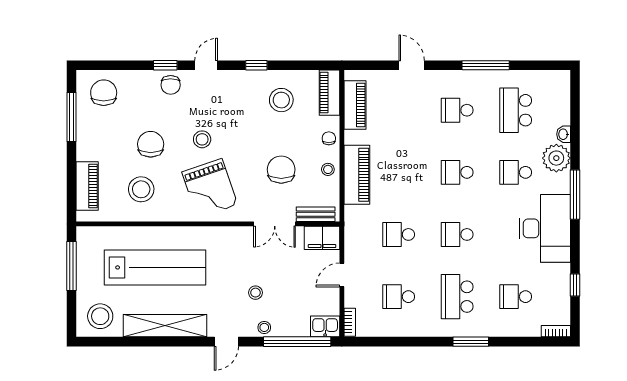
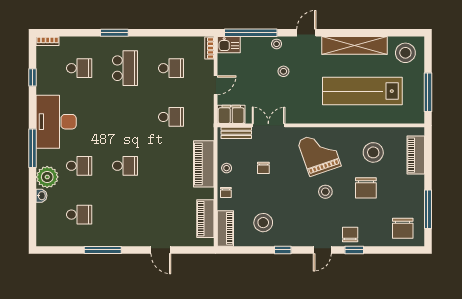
school desk: (457, 110) -> (125, 215), removed
school desk: (516, 110) -> (79, 215), width x0.54
chair: (281, 170) -> (263, 168), width x0.54, depth x0.54
school desk: (457, 234) -> (125, 117), removed

